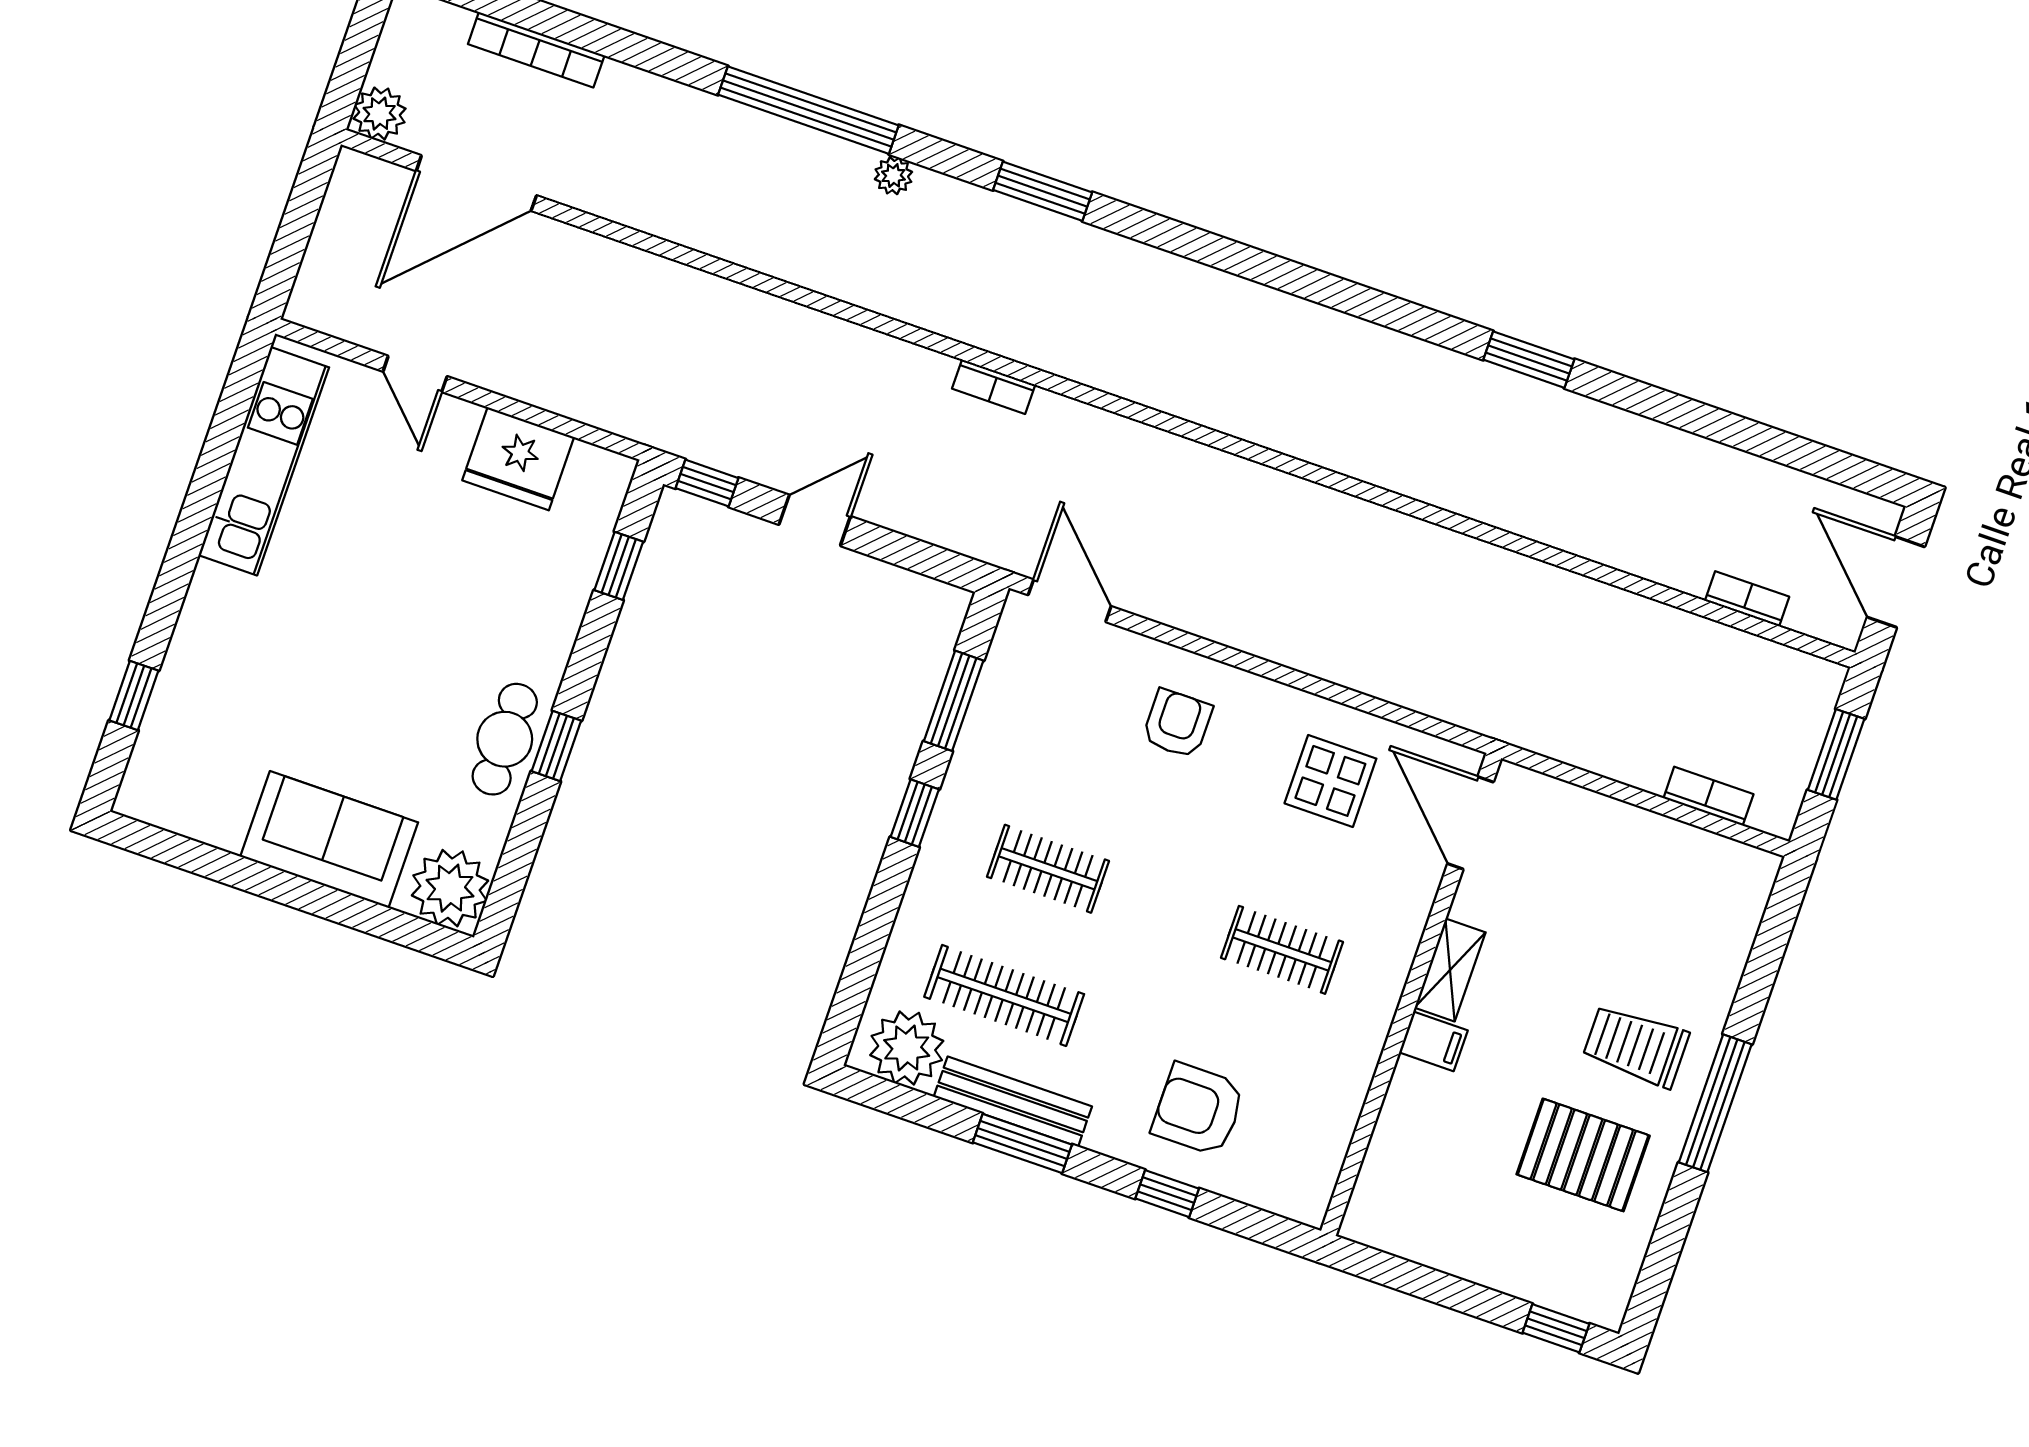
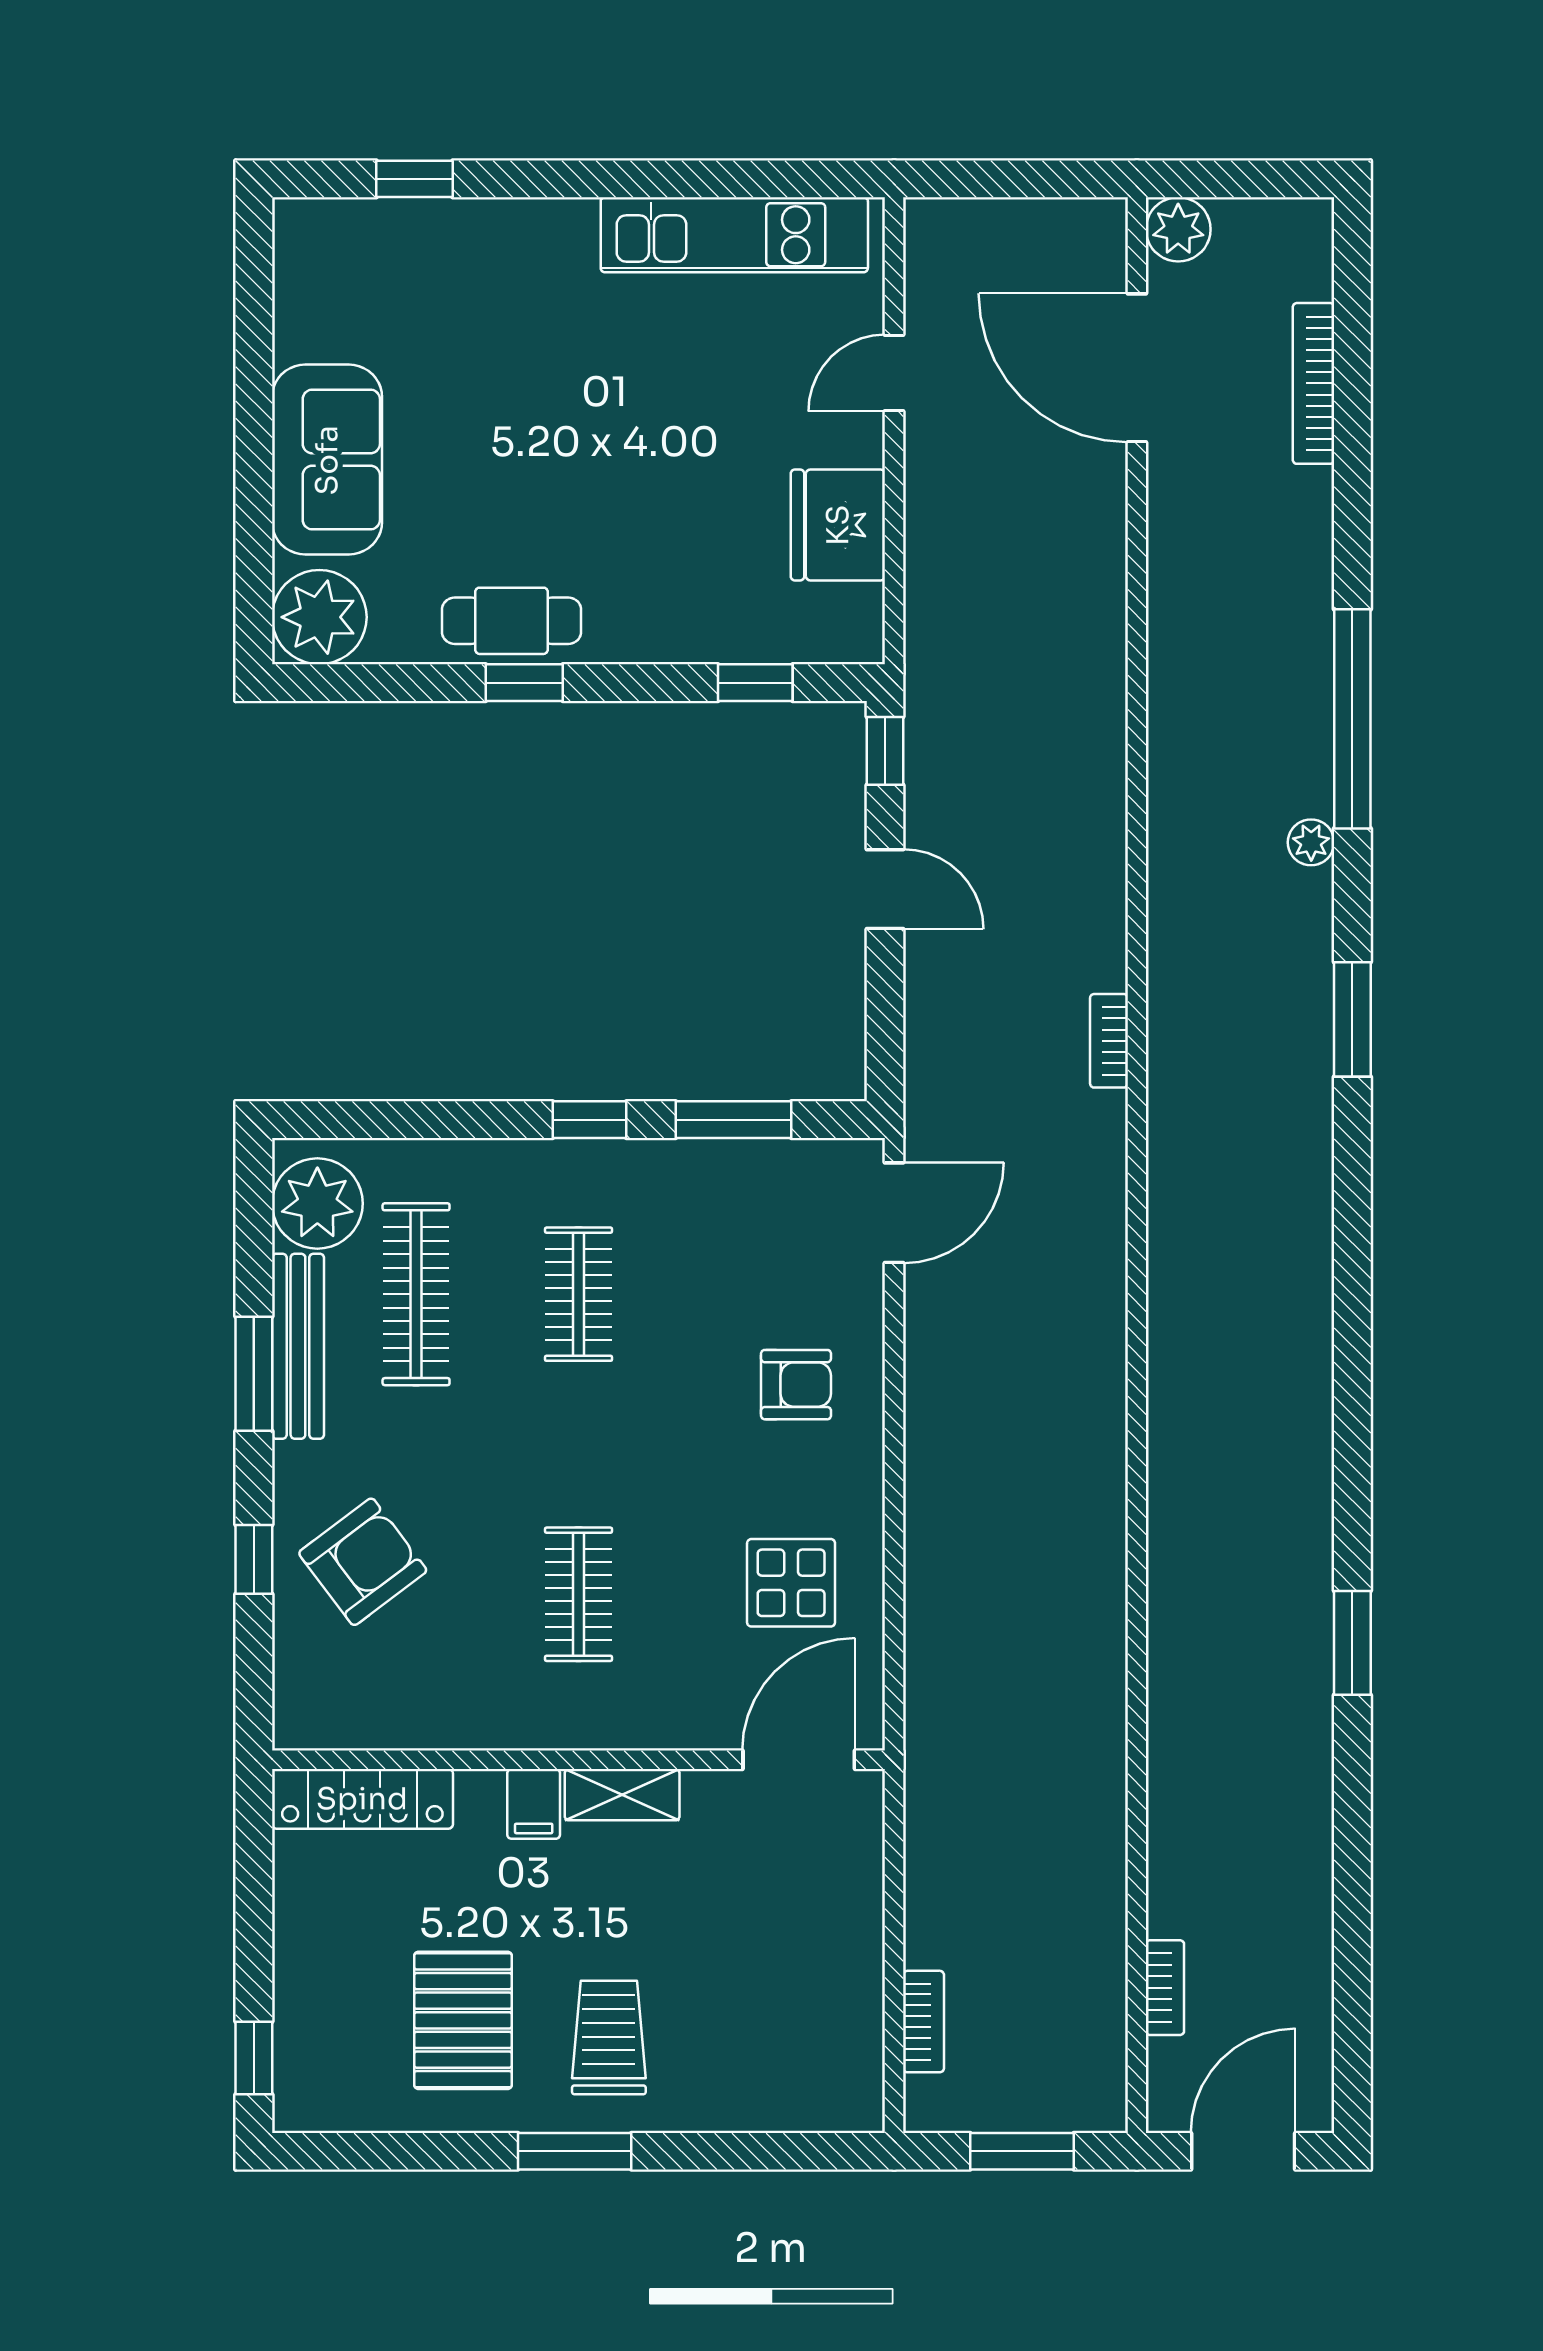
window: (1715, 1103) -> (575, 2151), width x0.69
armchair: (1198, 1109) -> (363, 1562), turned 53
locker: (1383, 1174) -> (362, 1799), added

